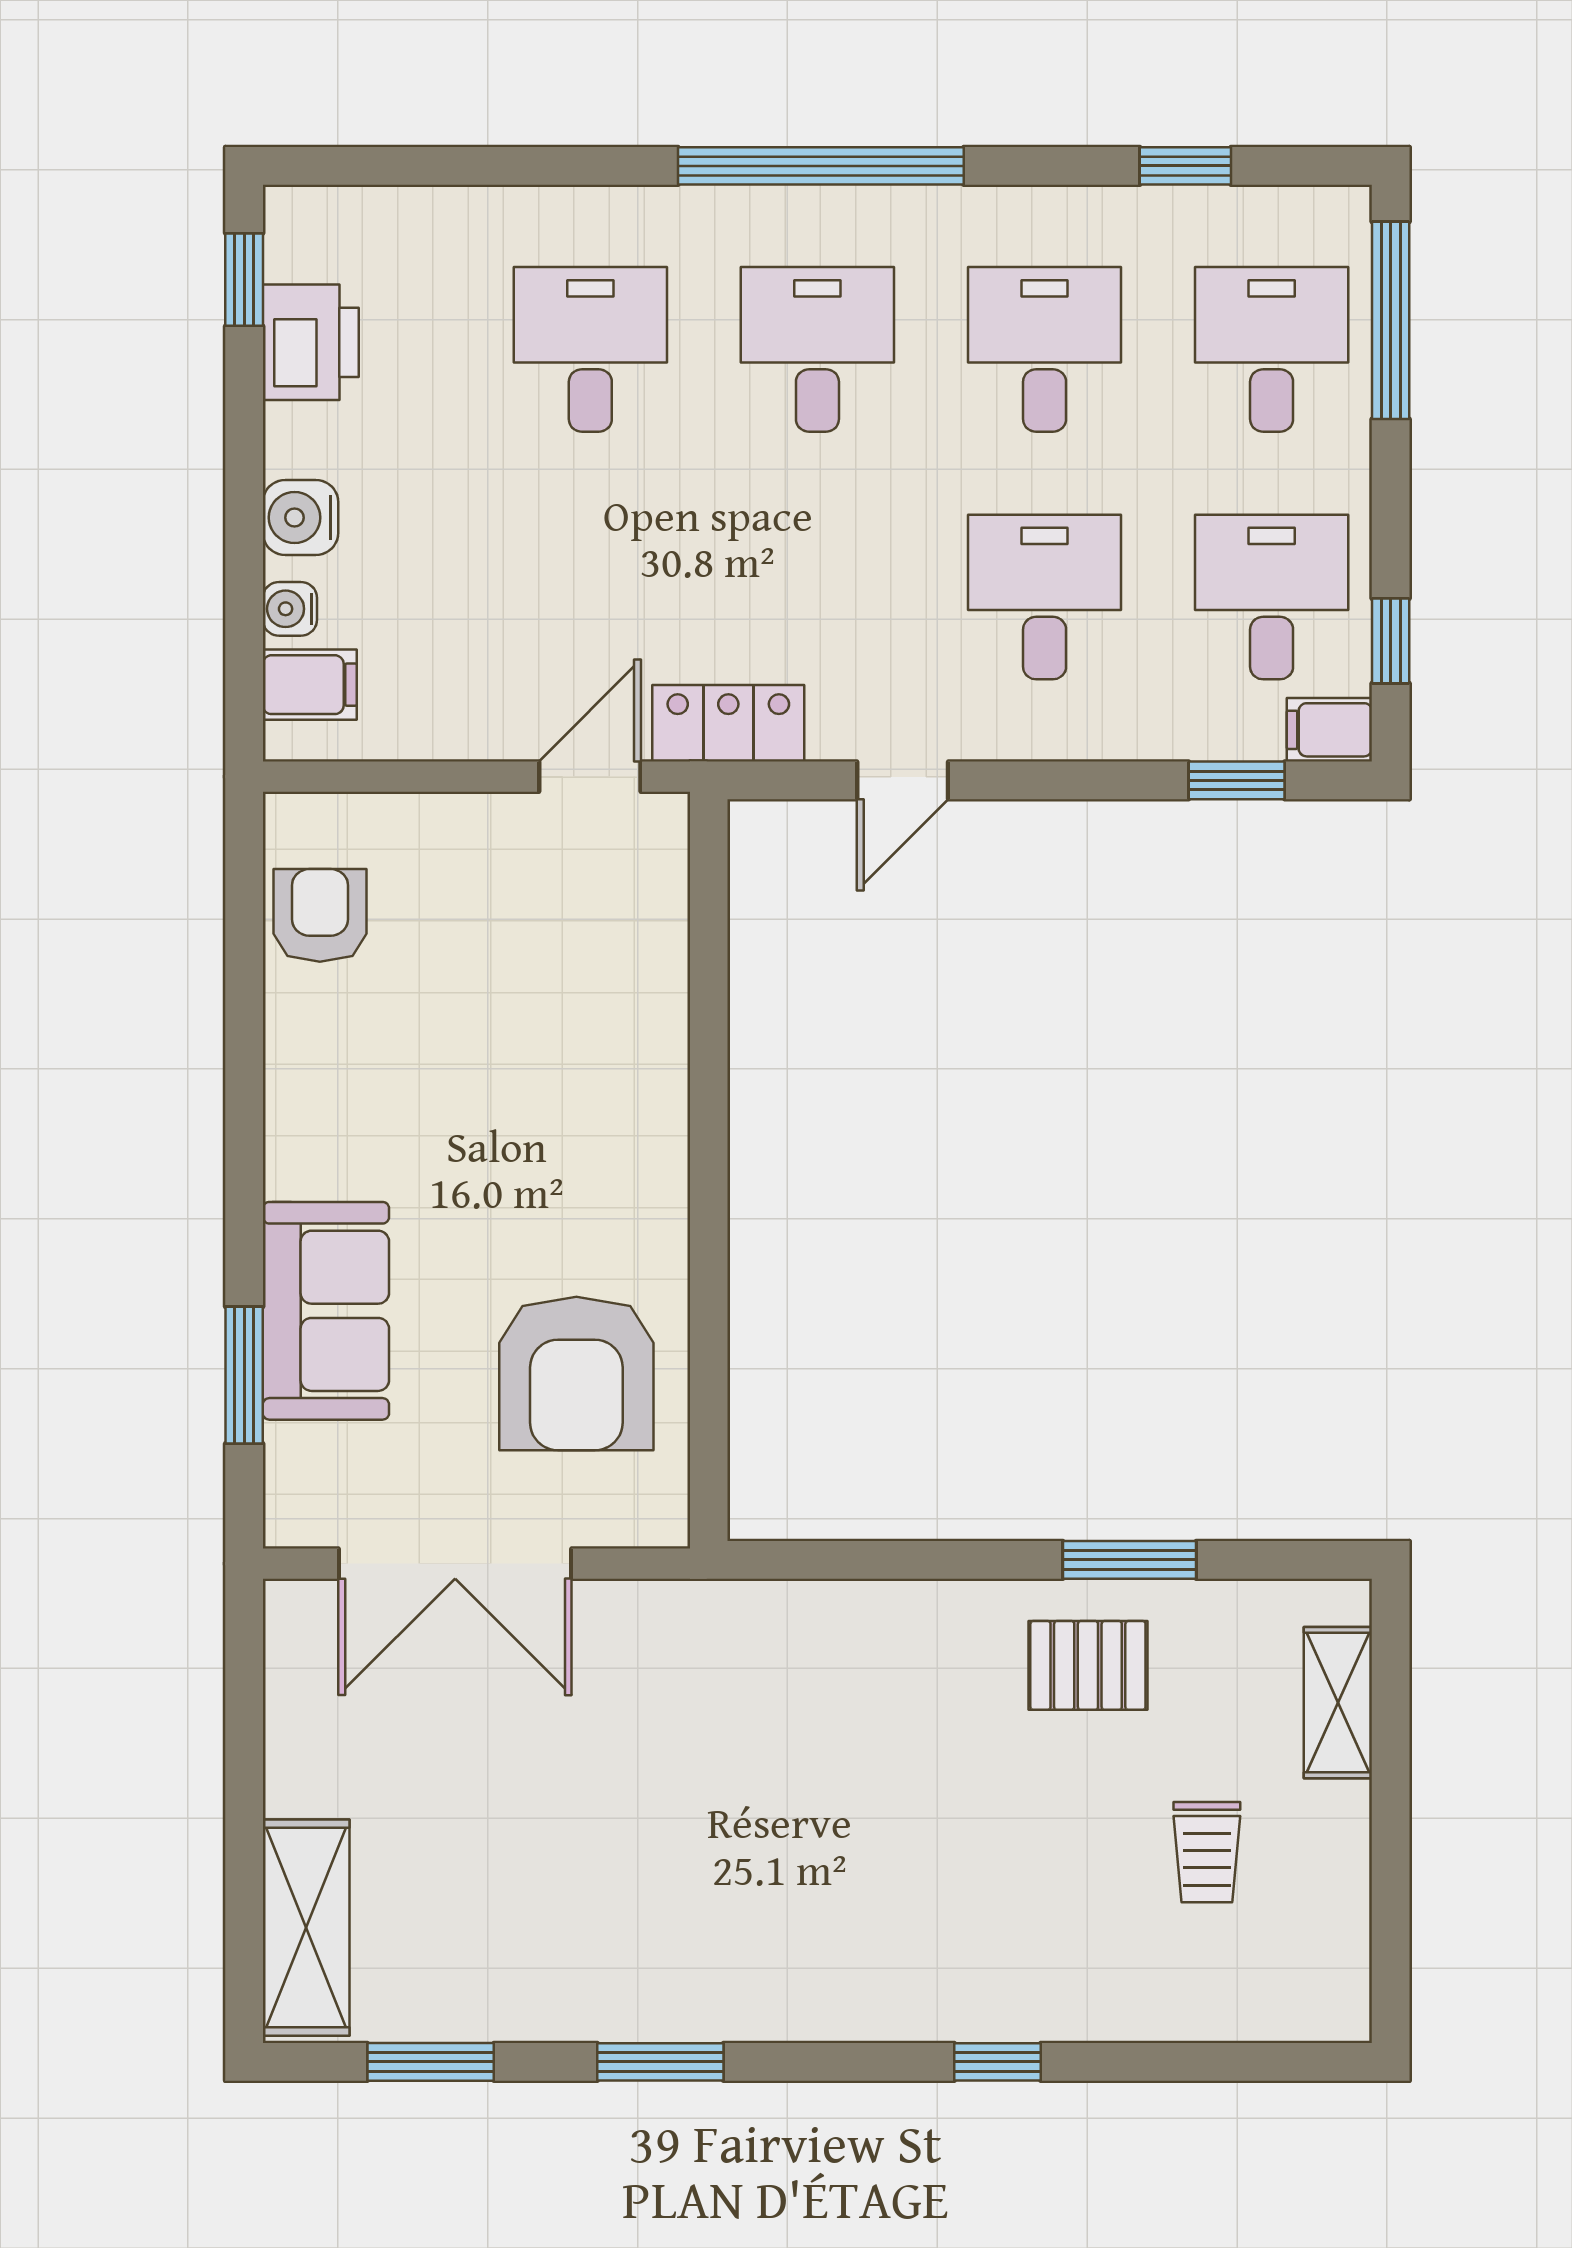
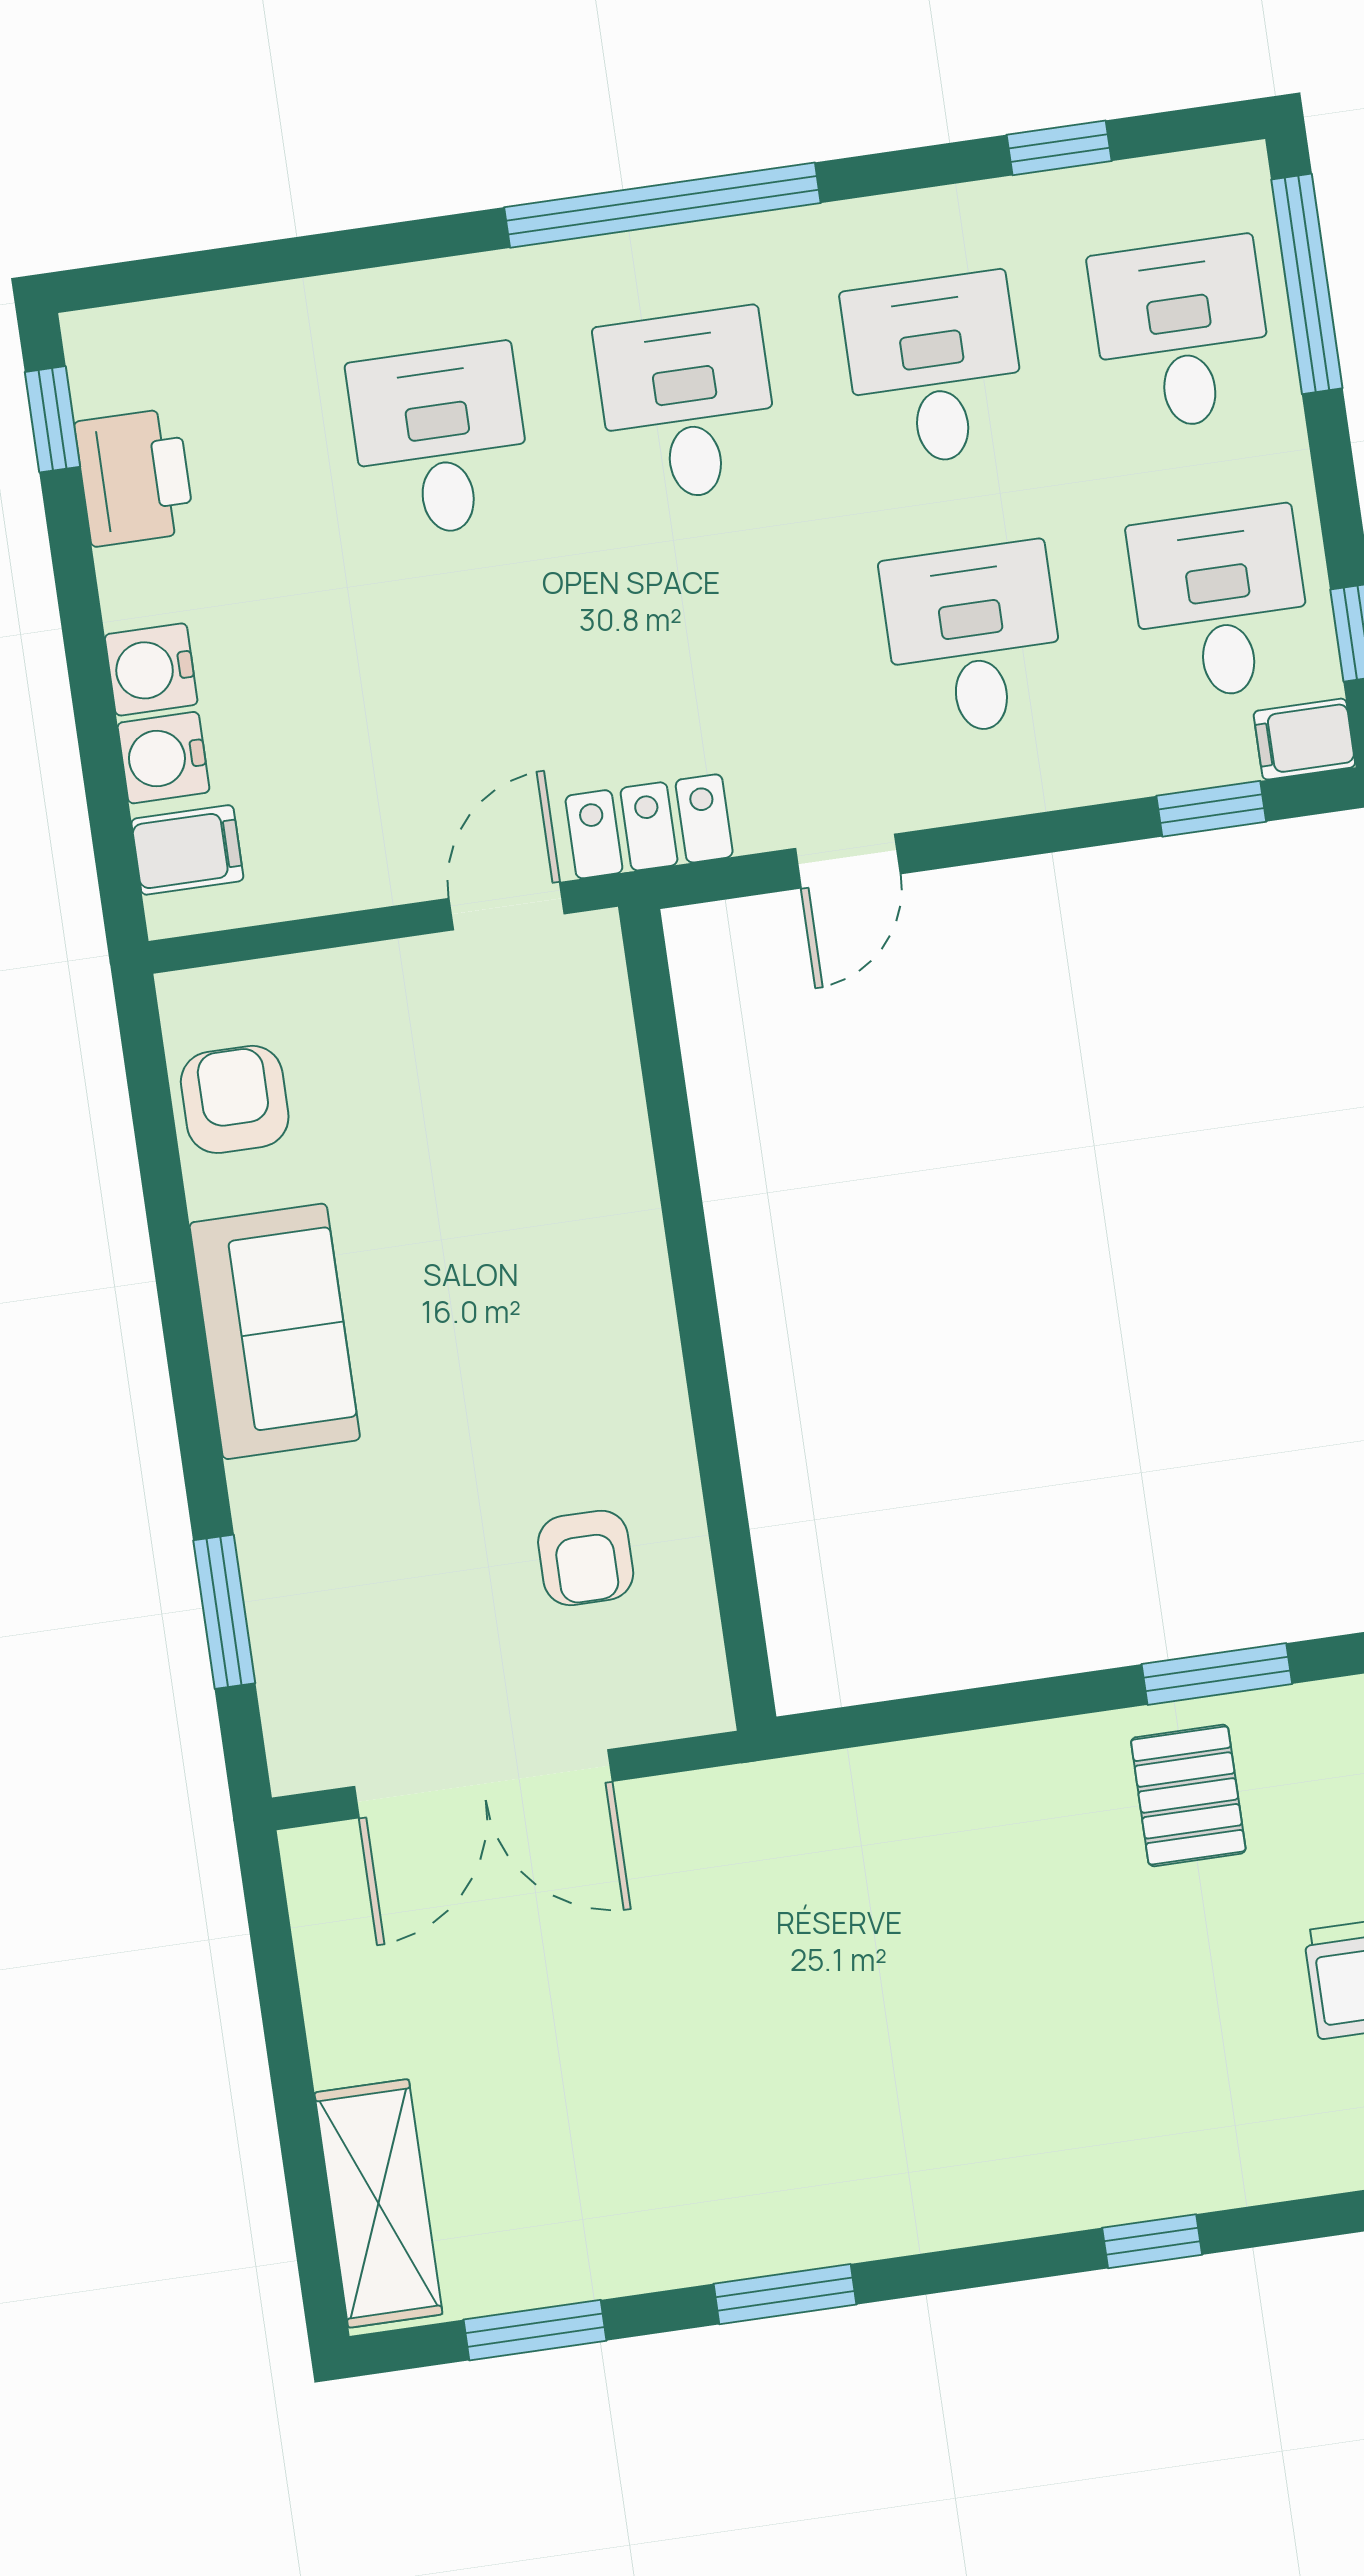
water cooler: (290, 609) -> (163, 758), width x1.38, depth x1.38
sofa: (326, 1311) -> (275, 1331), moved
armchair: (576, 1373) -> (586, 1558), width x0.53, depth x0.53
pallet: (1088, 1665) -> (1188, 1795), turned 90

